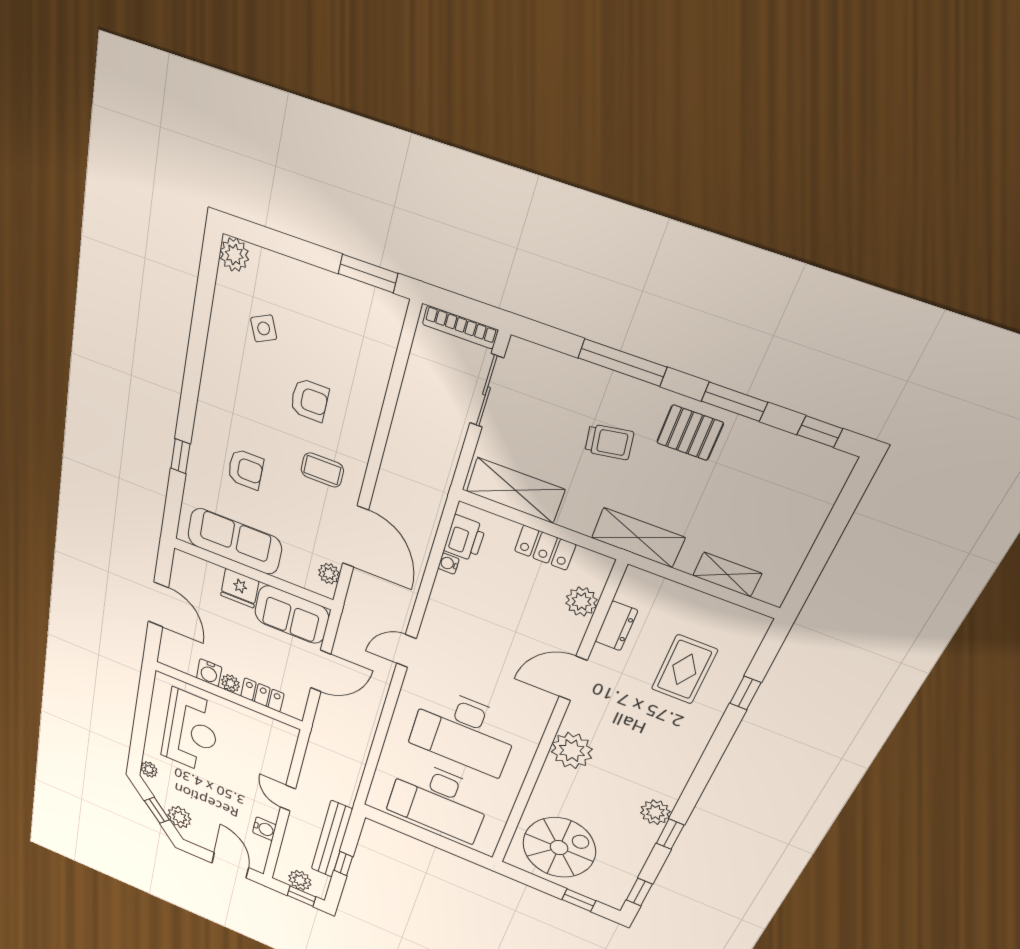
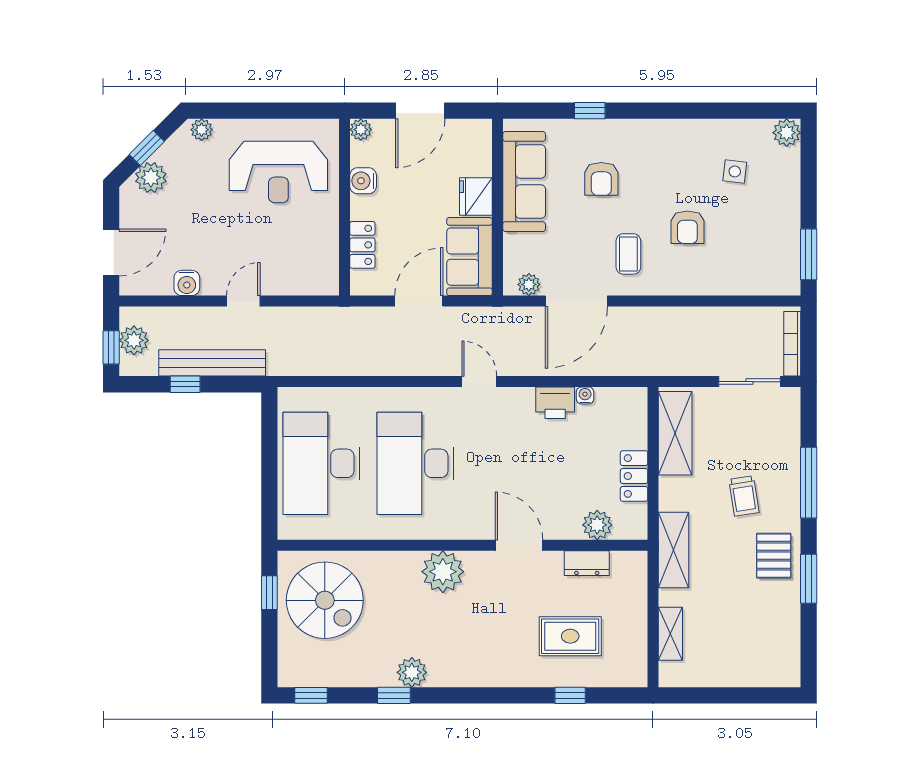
side table: (264, 328) -> (735, 171), turned 32
window: (820, 432) -> (809, 650), removed
printer: (465, 538) -> (555, 403), moved
door: (321, 671) -> (419, 301), swing flipped
plant: (230, 683) -> (361, 130), moved
window: (579, 900) -> (269, 593), moved

